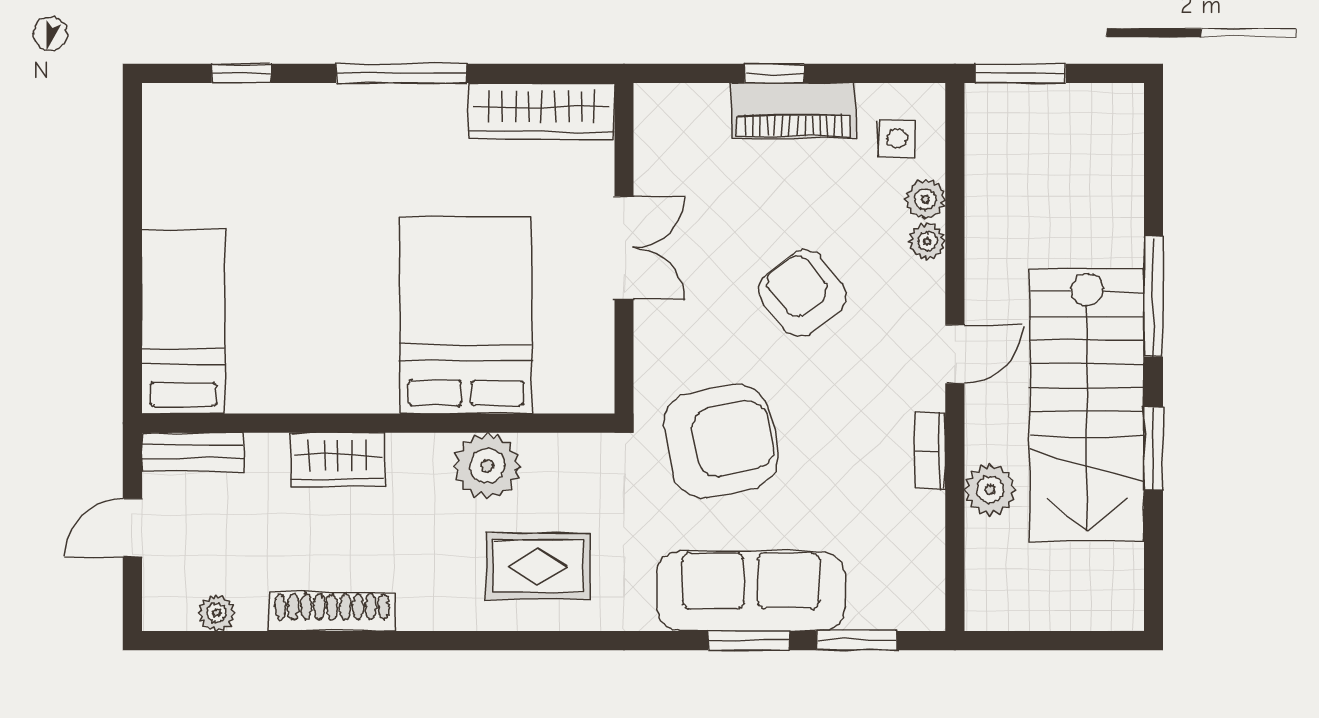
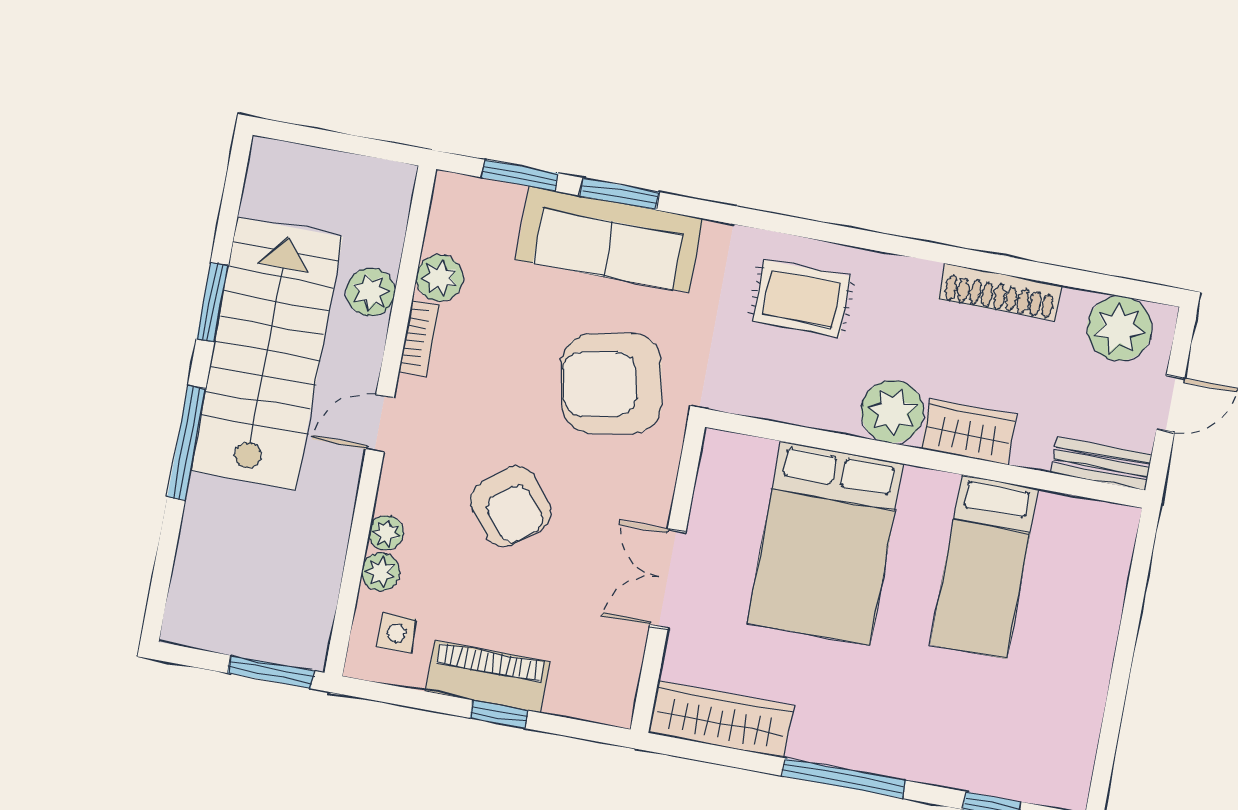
bed: (183, 322) -> (984, 567), moved
plant: (487, 466) -> (892, 412), moved
plant: (921, 518) -> (440, 278), added
plant: (216, 613) -> (1119, 328), width x1.87, depth x1.87

